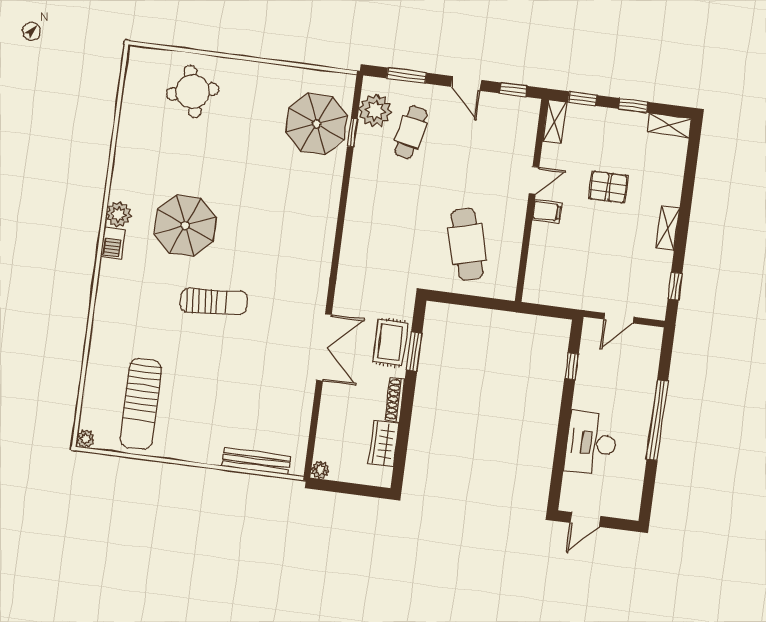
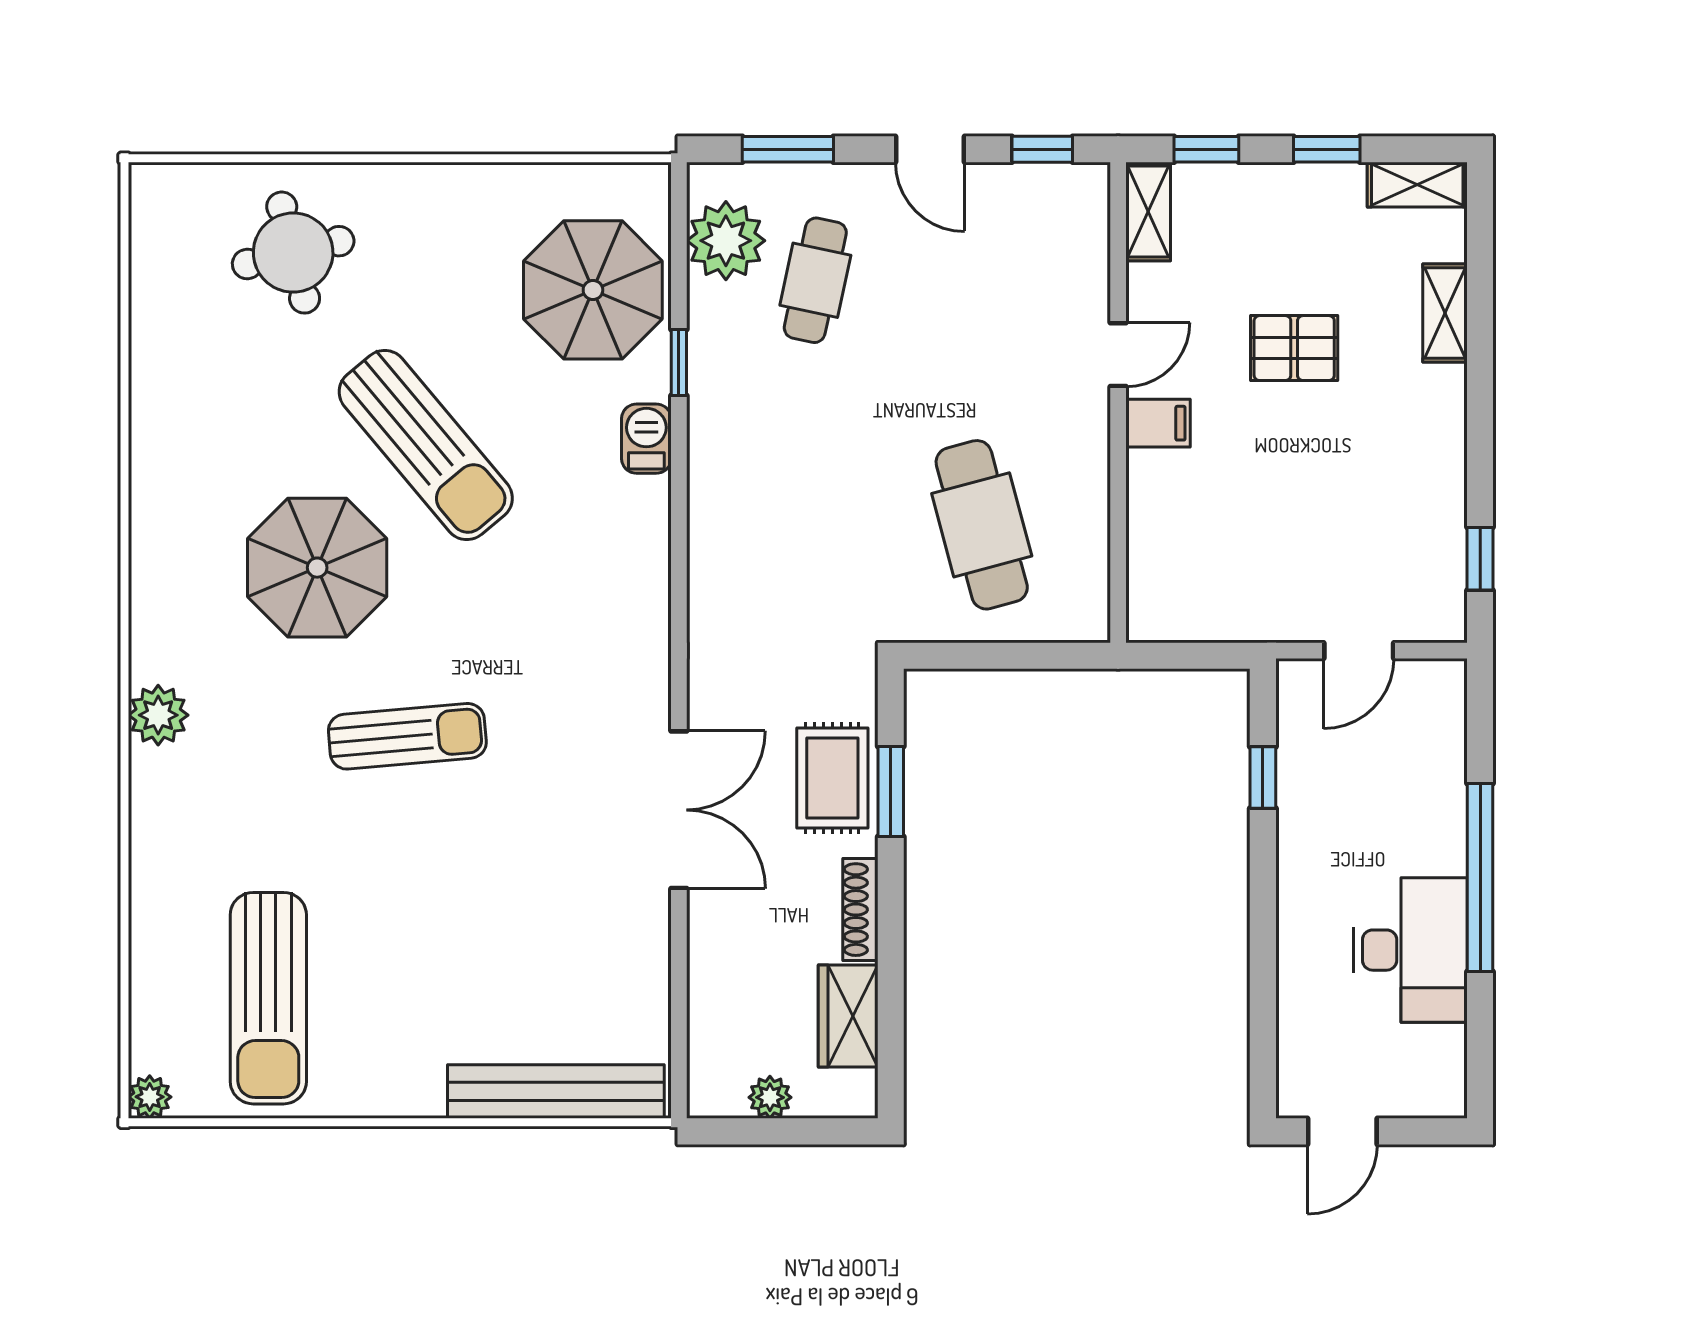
window: (352, 133) -> (679, 363), moved
sun lounger: (238, 180) -> (426, 445), added
plant: (119, 214) -> (158, 715), moved
shelving: (668, 228) -> (1445, 313), moved
barbecue: (113, 243) -> (646, 439), moved, turned 180
desk: (591, 443) -> (1410, 950), moved, turned 180
bench: (256, 461) -> (556, 1092), width x1.37, depth x1.21
plant: (320, 470) -> (770, 1097), moved

